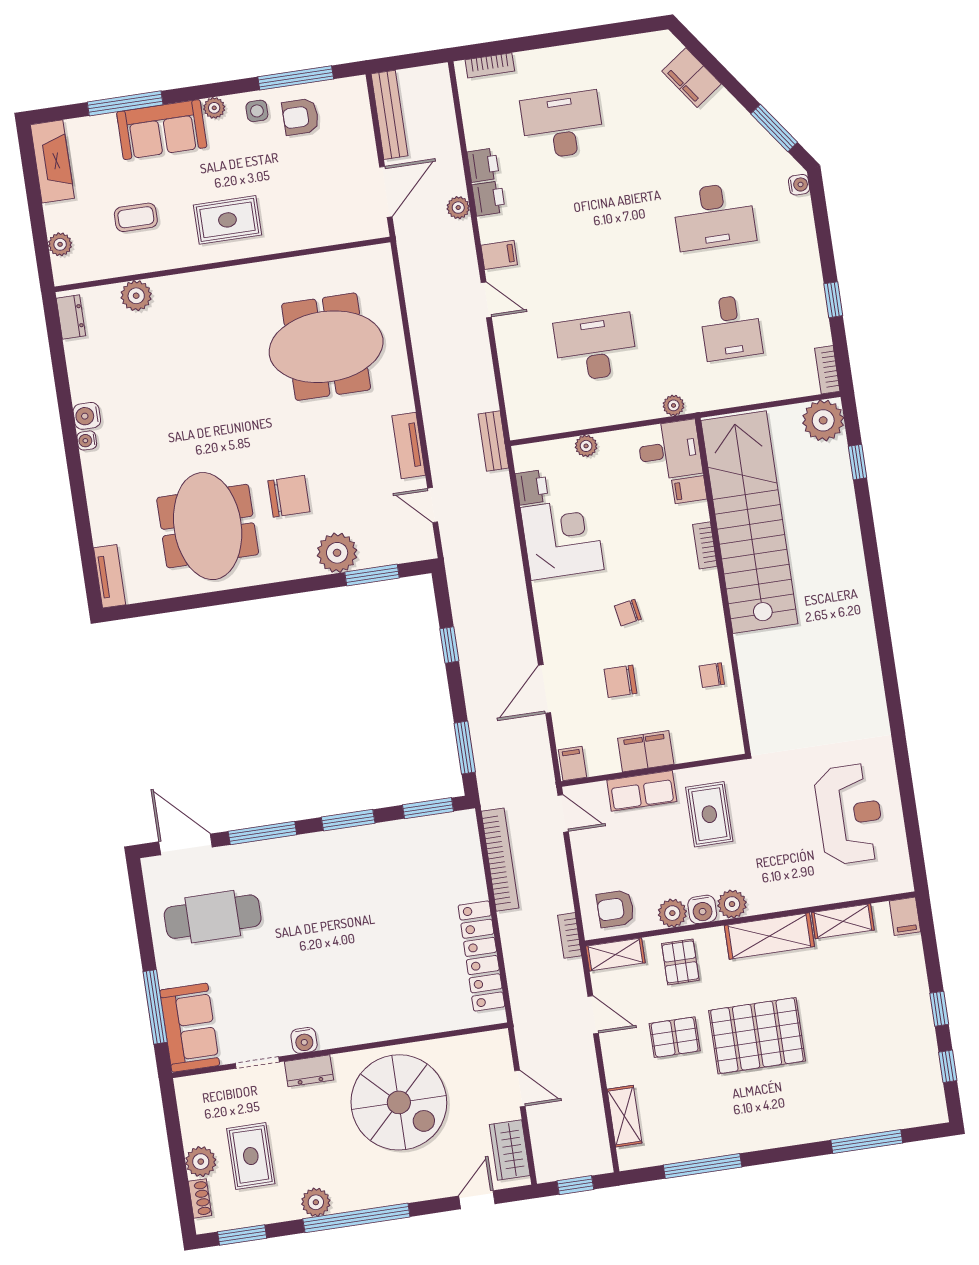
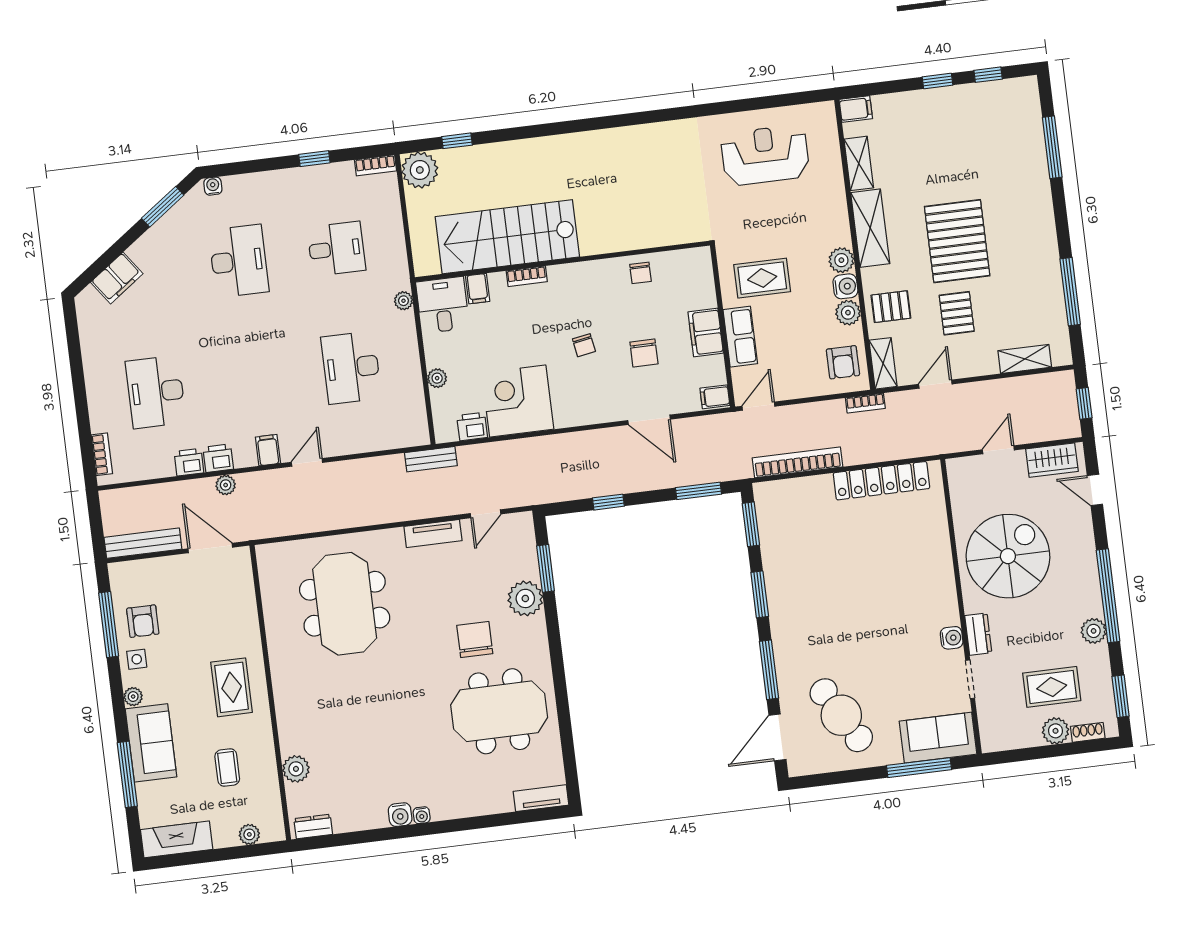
stairs: (749, 522) -> (507, 237), width x0.73
cafe table: (213, 917) -> (841, 715), turned -30

